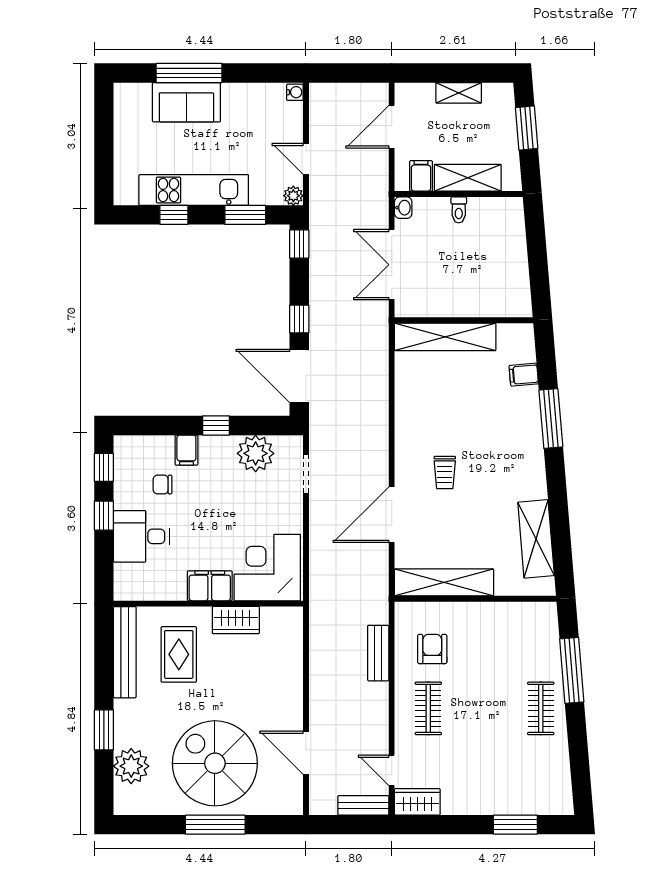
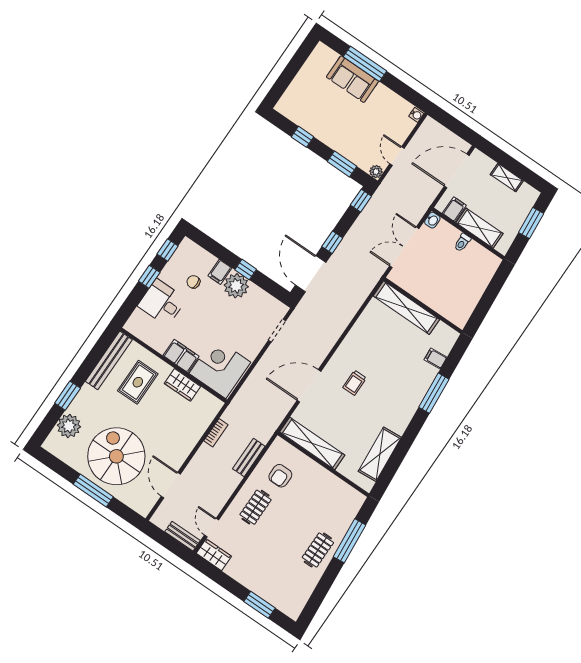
door: (392, 127) -> (457, 171), width x1.36
kitchen unit: (194, 190) -> (323, 131), removed
plant: (256, 453) -> (236, 286), moved
armchair: (432, 649) -> (280, 476), turned 180
bookcase: (317, 651) -> (216, 433), added

